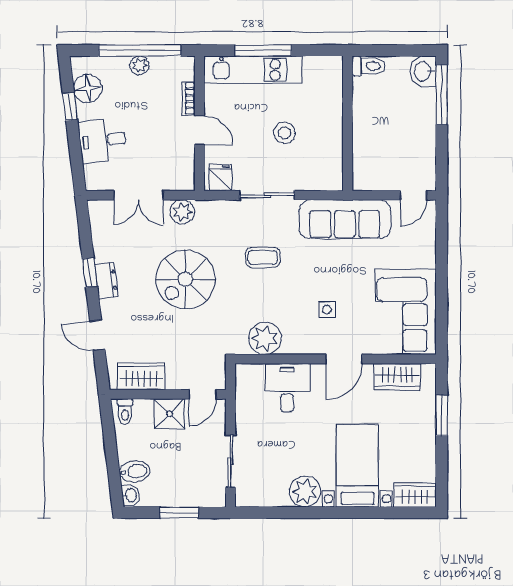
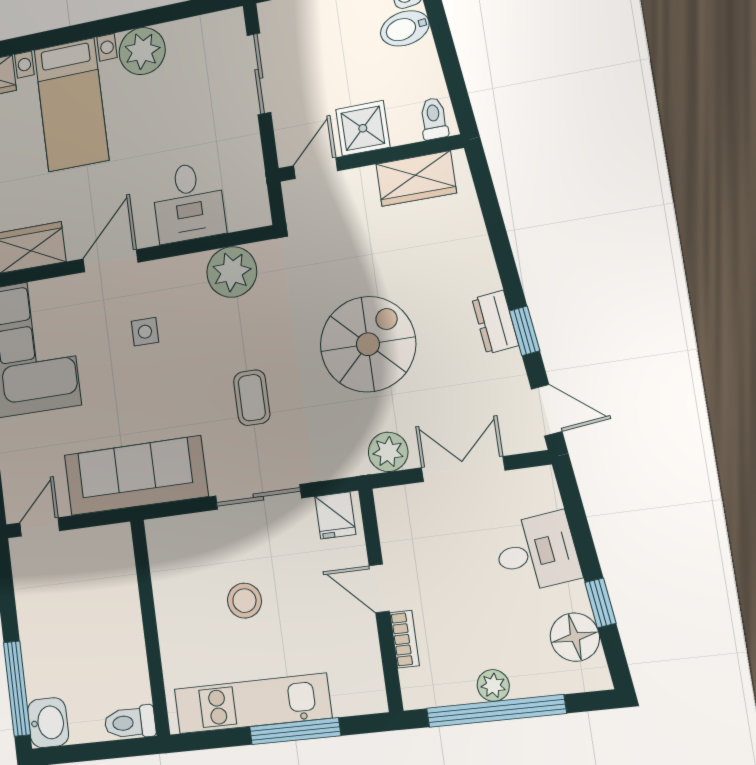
kitchen unit: (253, 70) -> (252, 703), moved
coffee table: (263, 257) -> (252, 398), turned 90
door: (97, 335) -> (547, 410), moved

